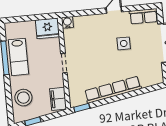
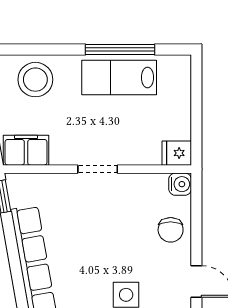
chair: (90, 25) -> (171, 230), added
fridge: (47, 28) -> (177, 153), width x0.53, depth x0.75

